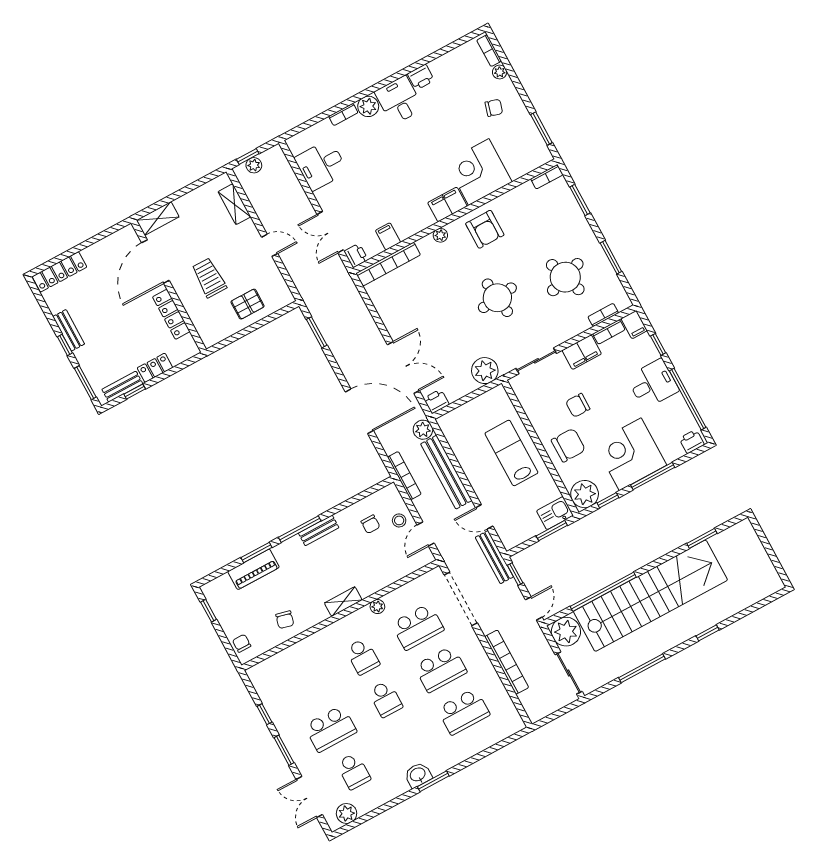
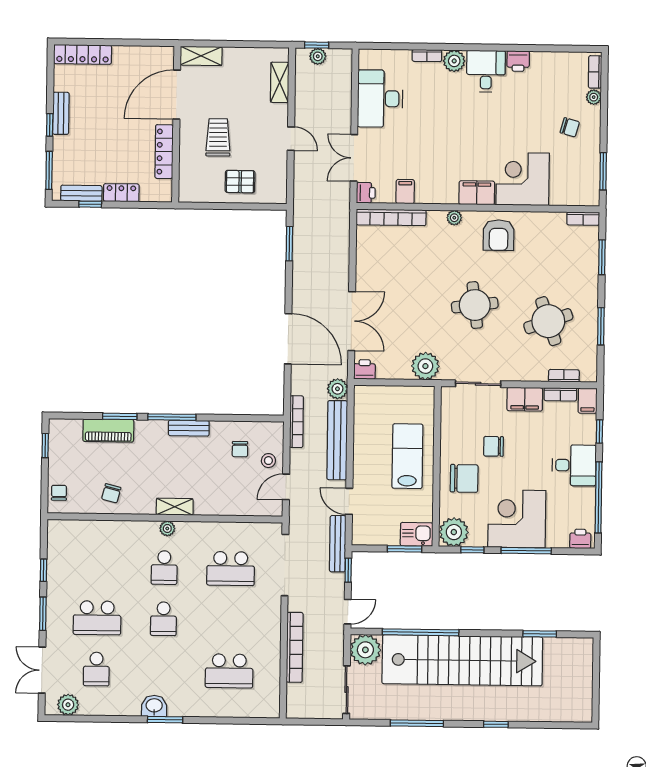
desk: (321, 165) -> (380, 99), width x1.37
plant: (377, 607) -> (167, 528), moved
school desk: (441, 669) -> (230, 620), removed

